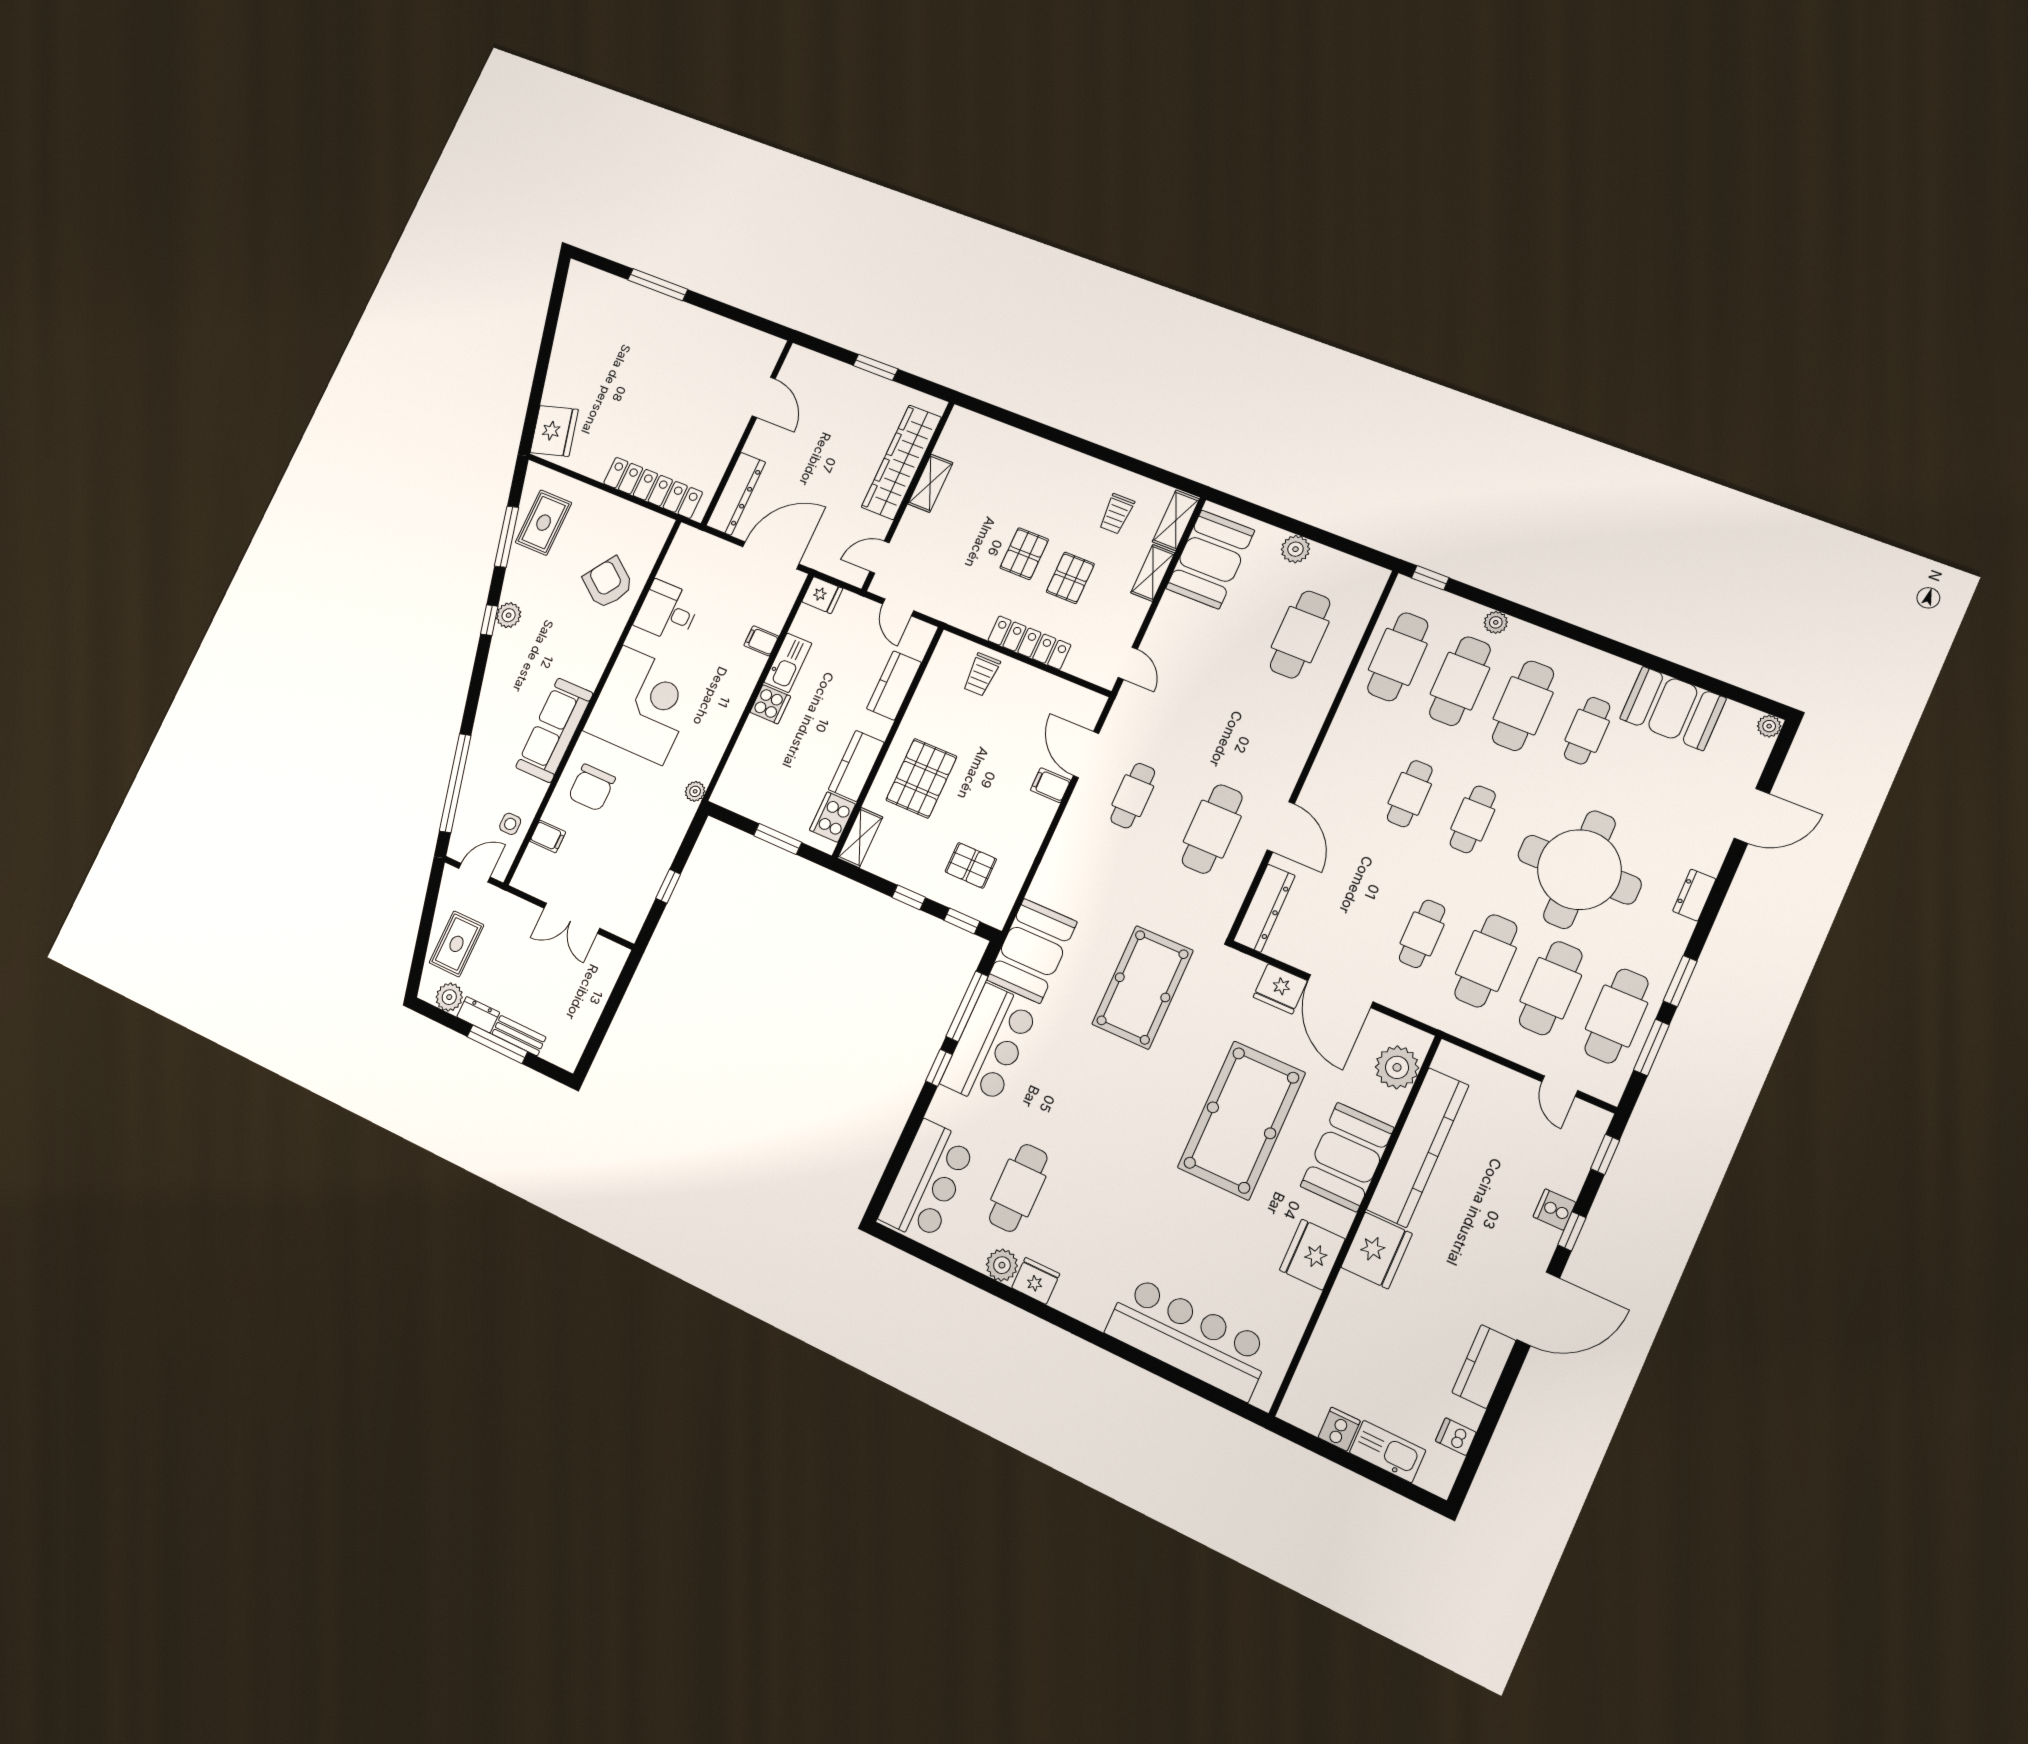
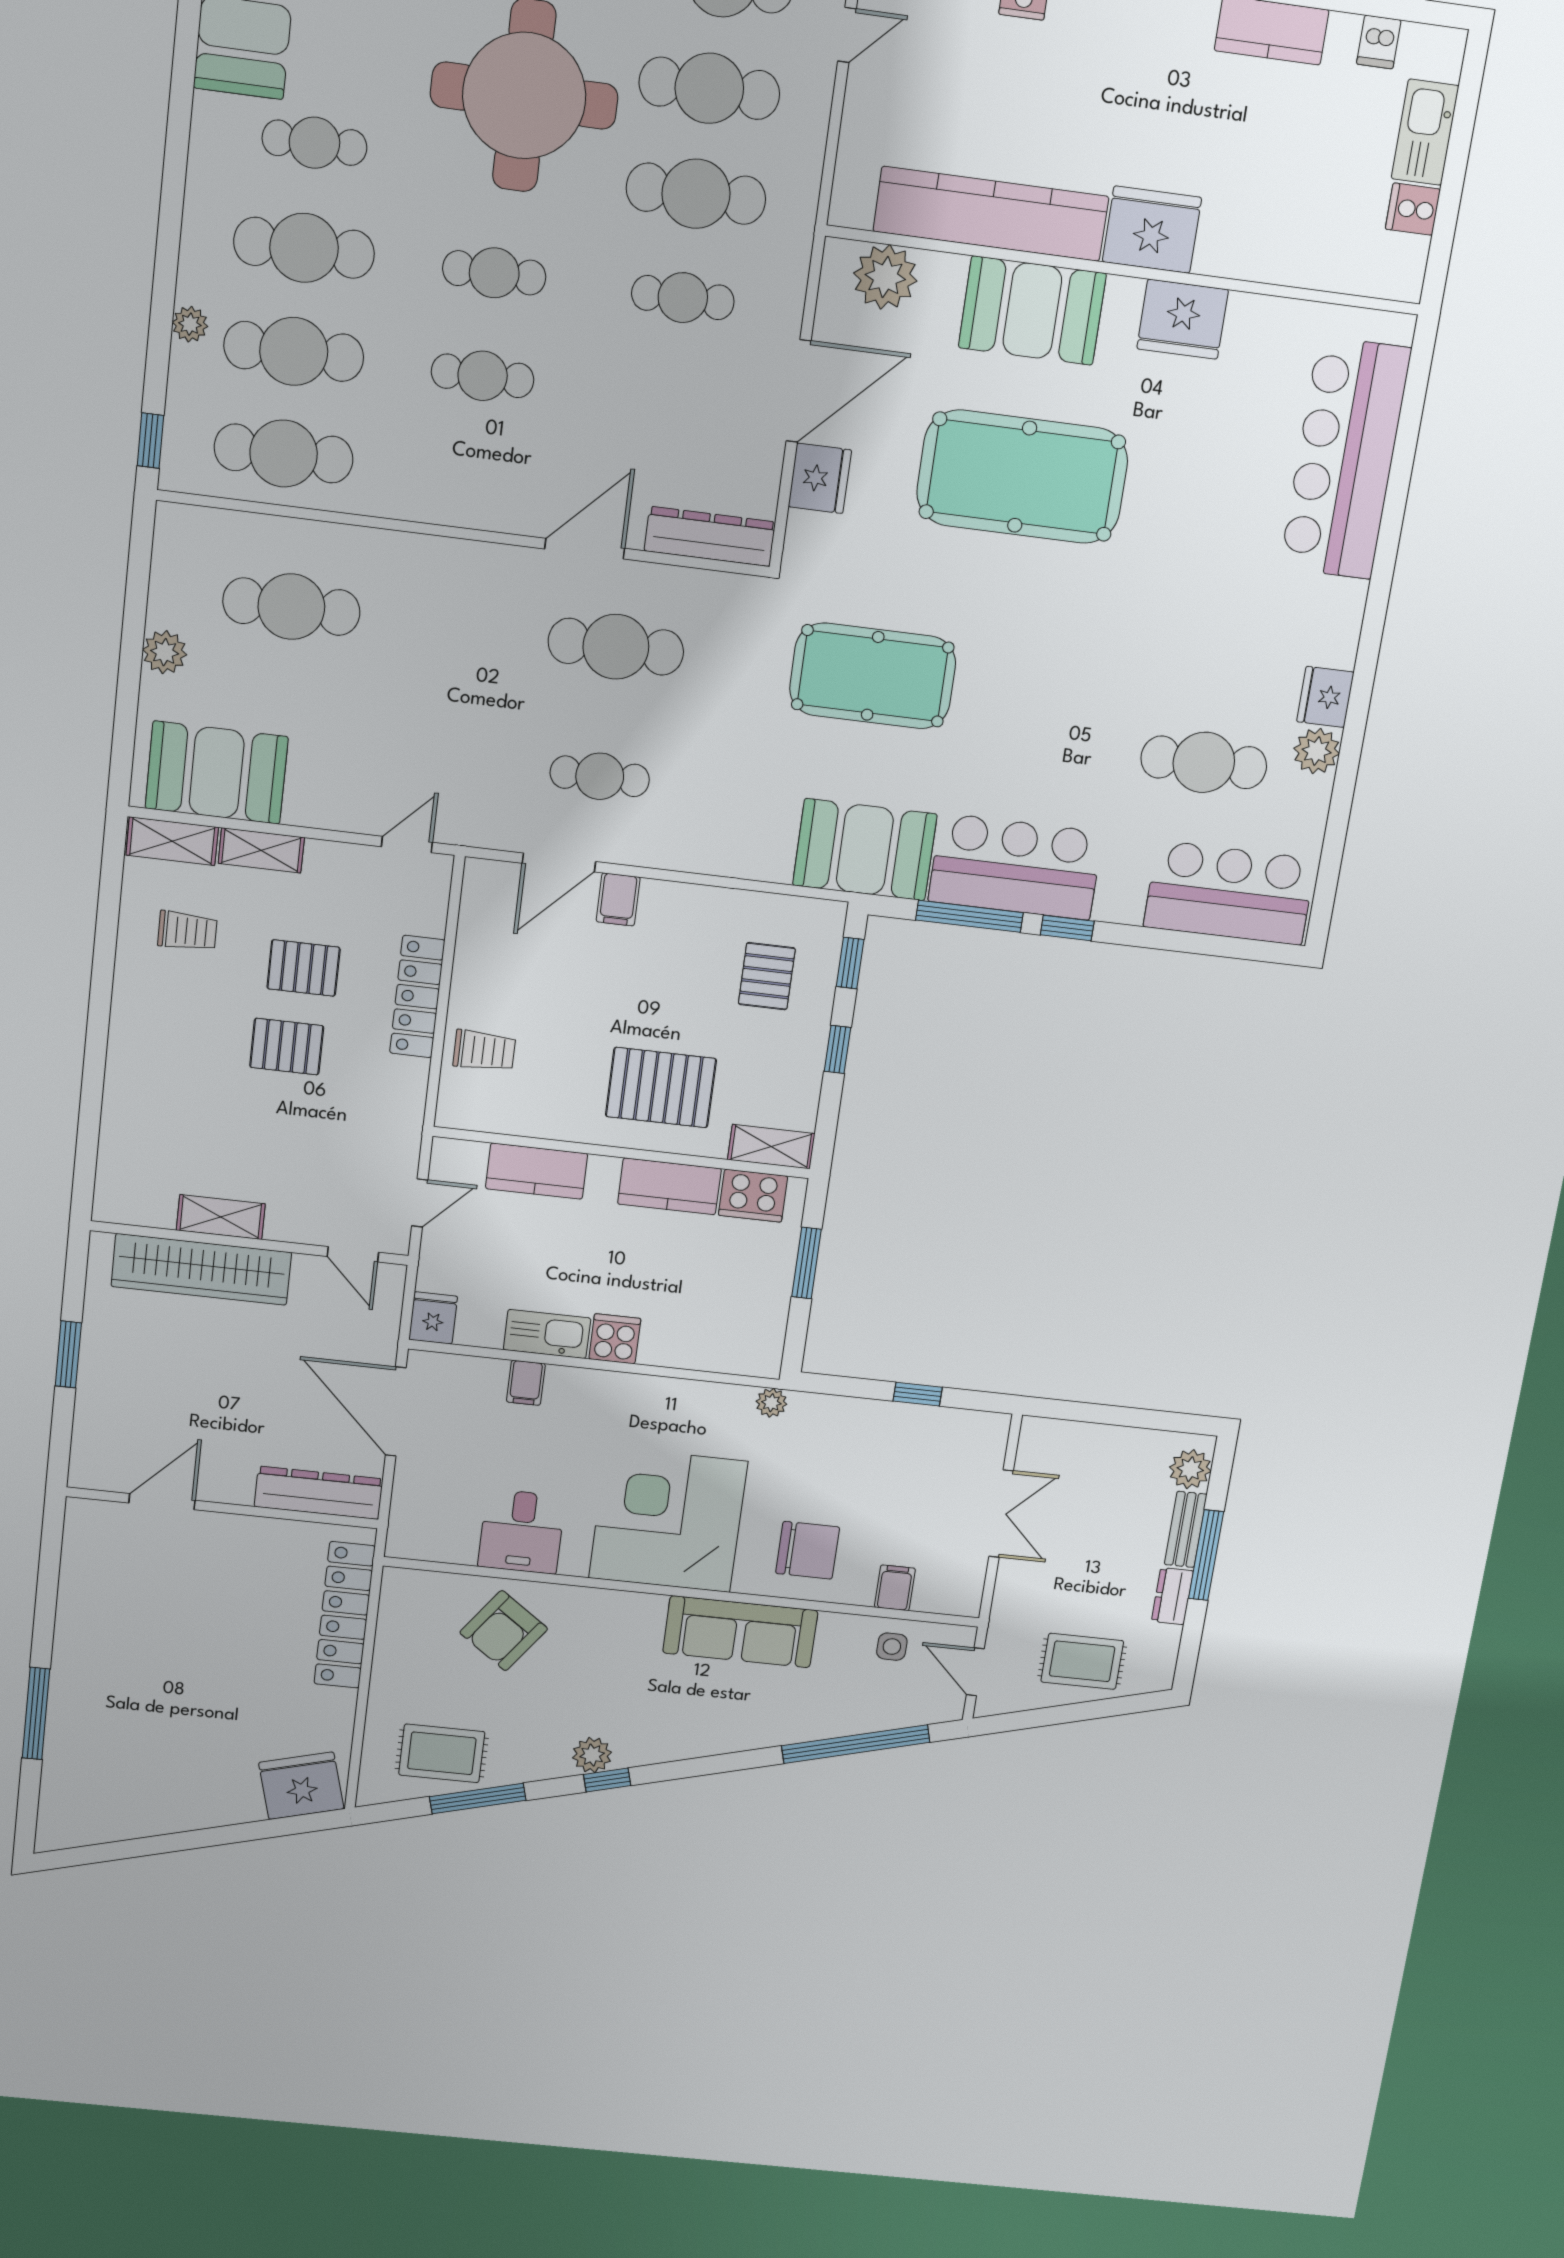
plant: (449, 997) -> (1190, 1469), moved

